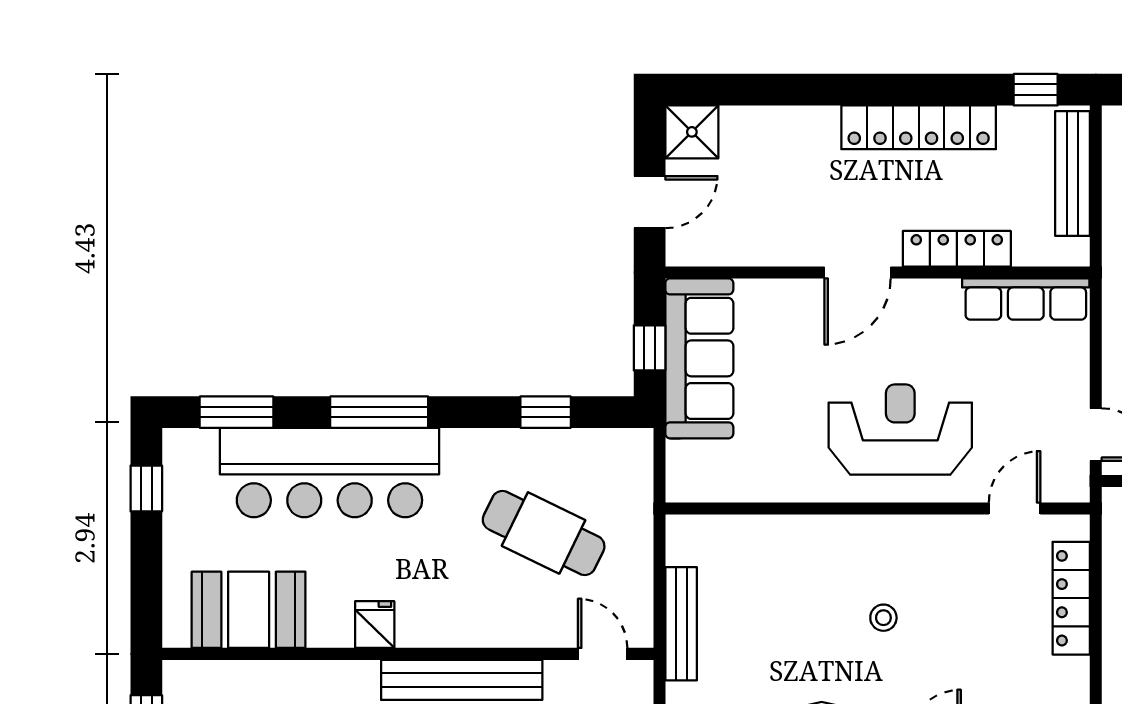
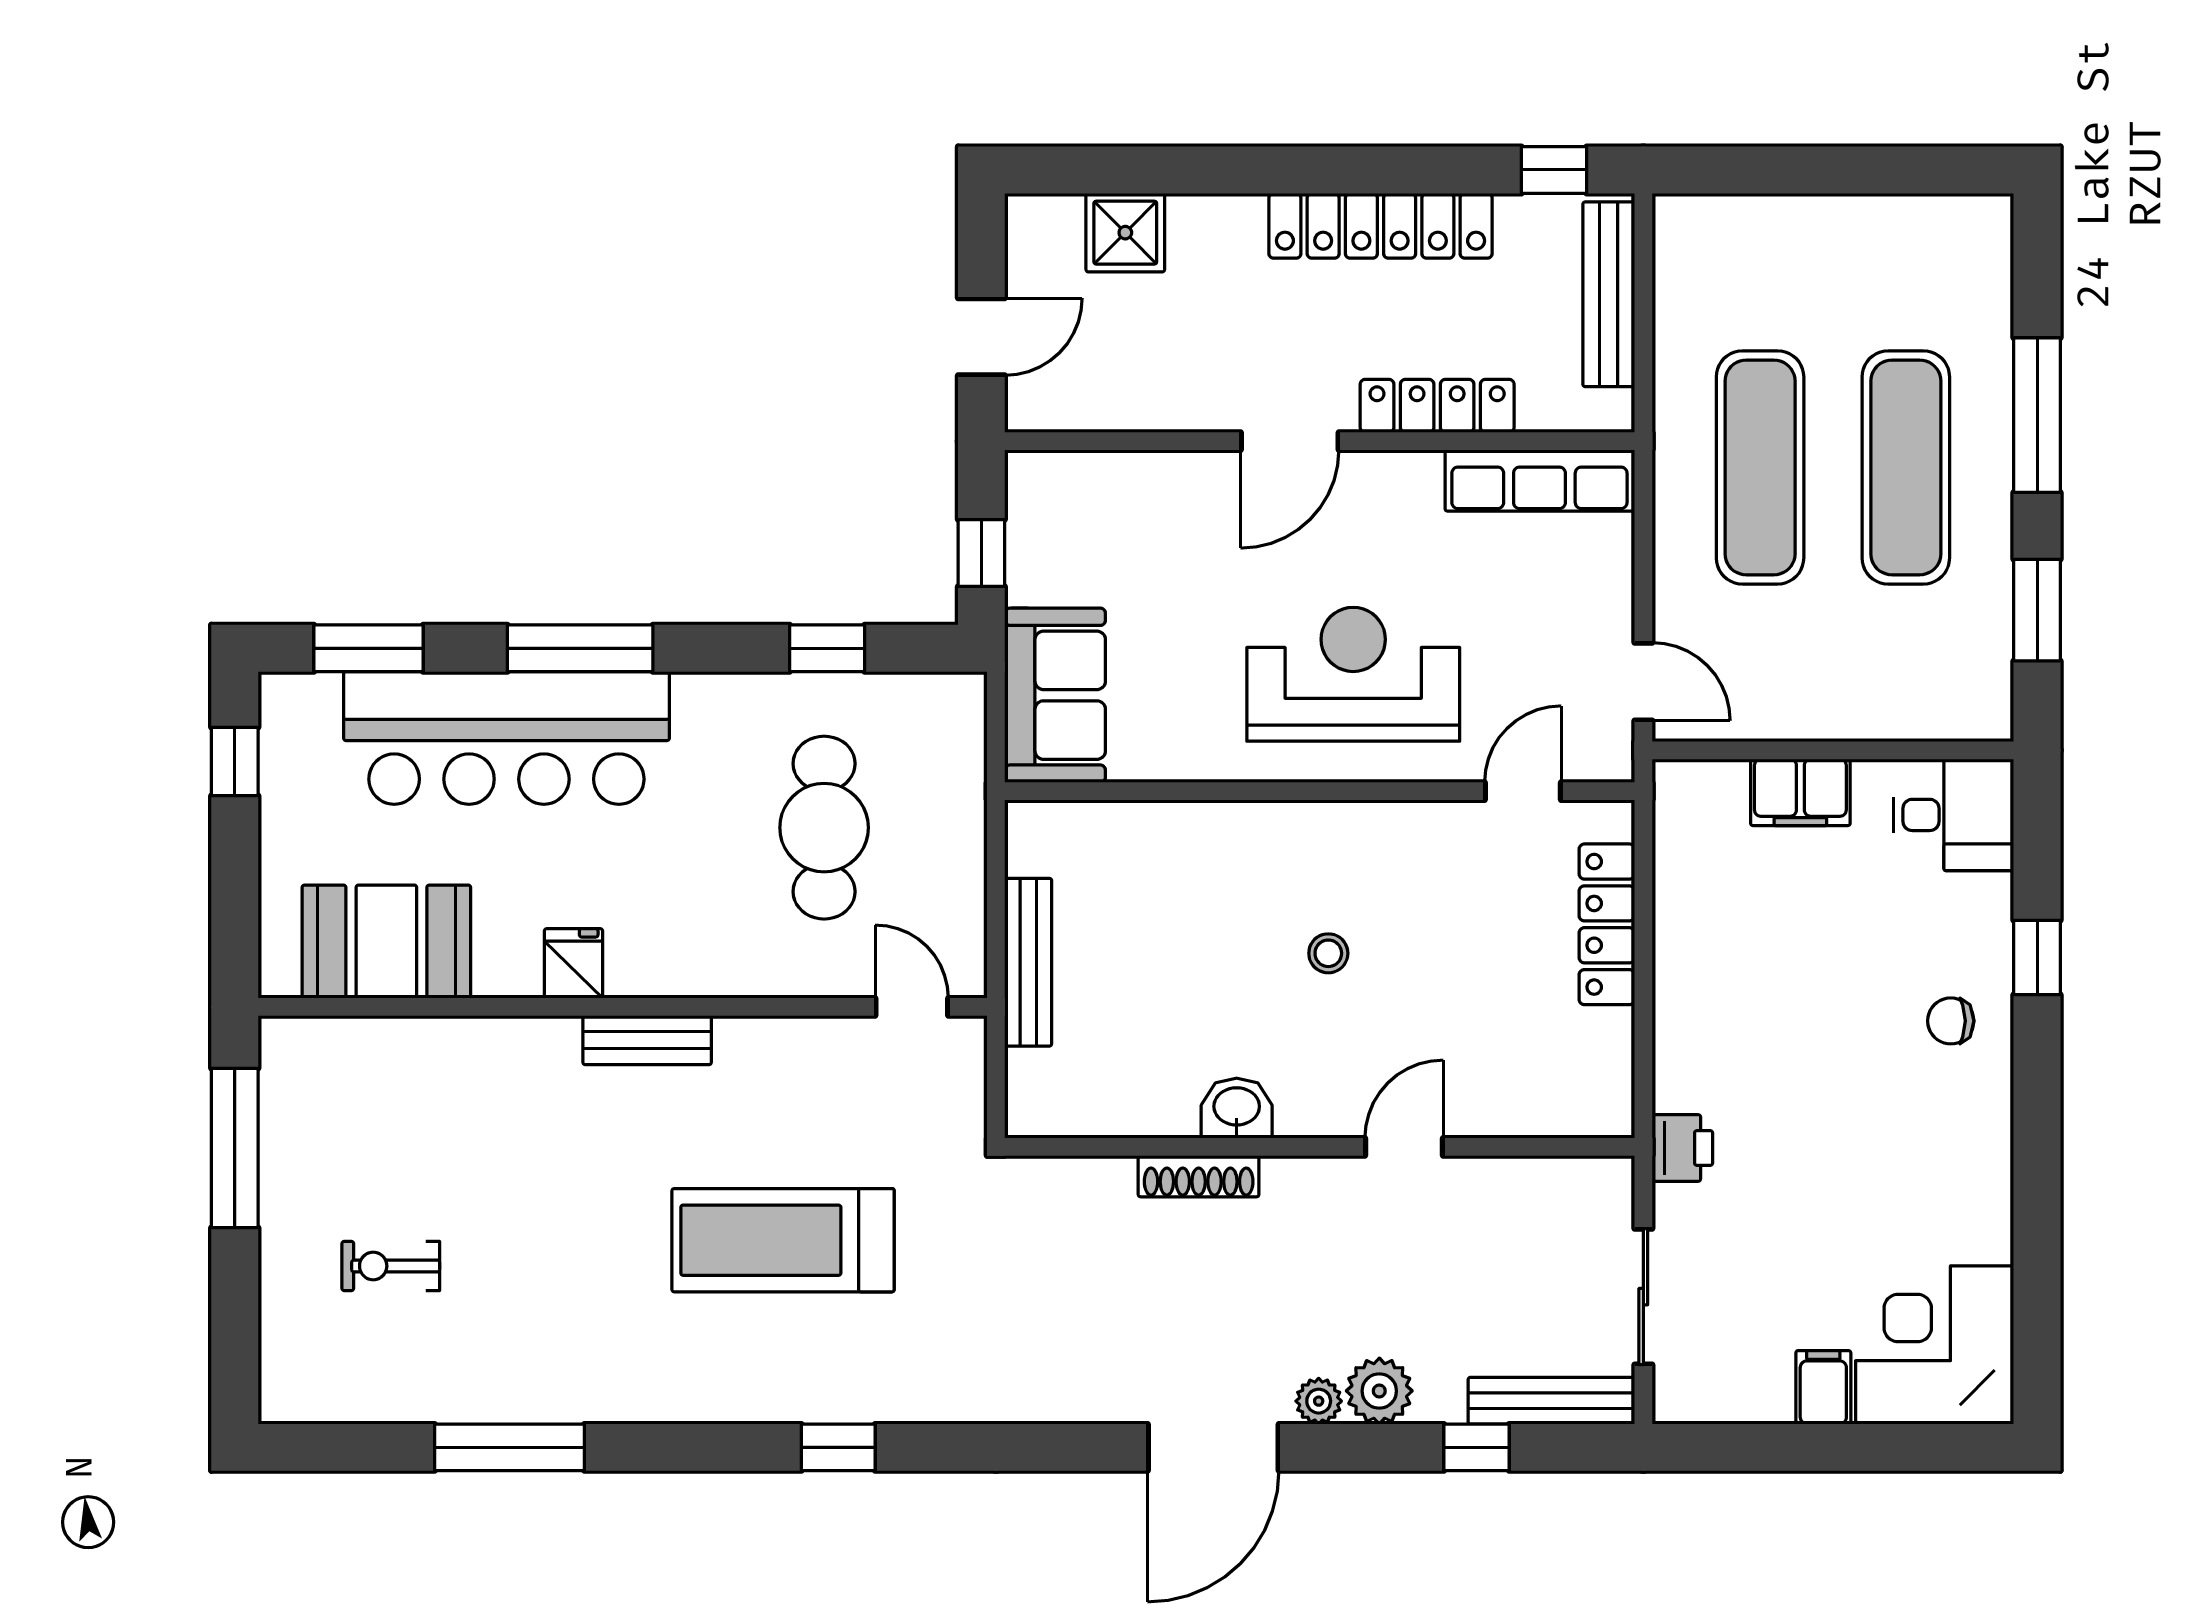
shower: (692, 132) -> (1125, 233), moved
sofa: (699, 358) -> (1055, 695), moved, width x0.73
cafe table: (544, 533) -> (824, 828), turned 64
bench: (462, 680) -> (647, 1040), width x0.54, depth x0.82

